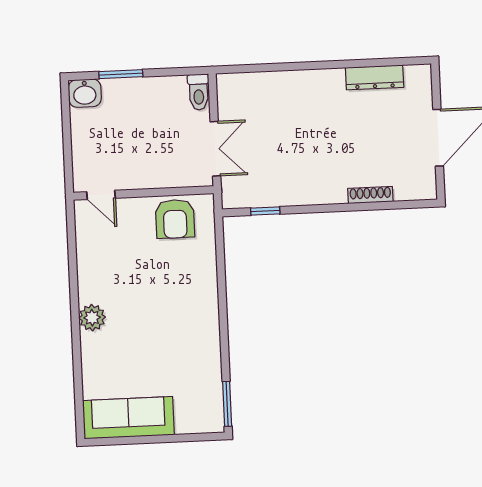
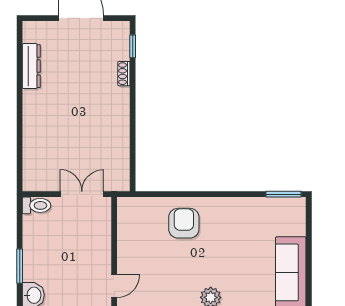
shoe rack: (370, 195) -> (124, 74), width x0.70
window: (265, 211) -> (133, 46), moved
armchair: (175, 219) -> (184, 223), moved, turned -90

